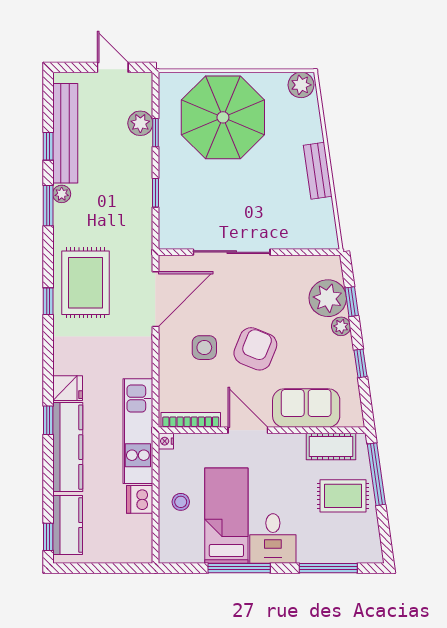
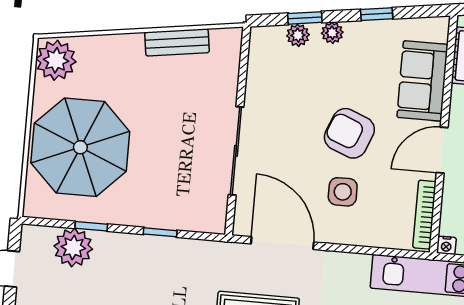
plant: (301, 85) -> (56, 60), width x1.36, depth x1.36
plant: (140, 123) -> (73, 247), width x1.36, depth x1.36
bench: (318, 171) -> (177, 42), moved
plant: (328, 298) -> (298, 35), width x0.53, depth x0.53

